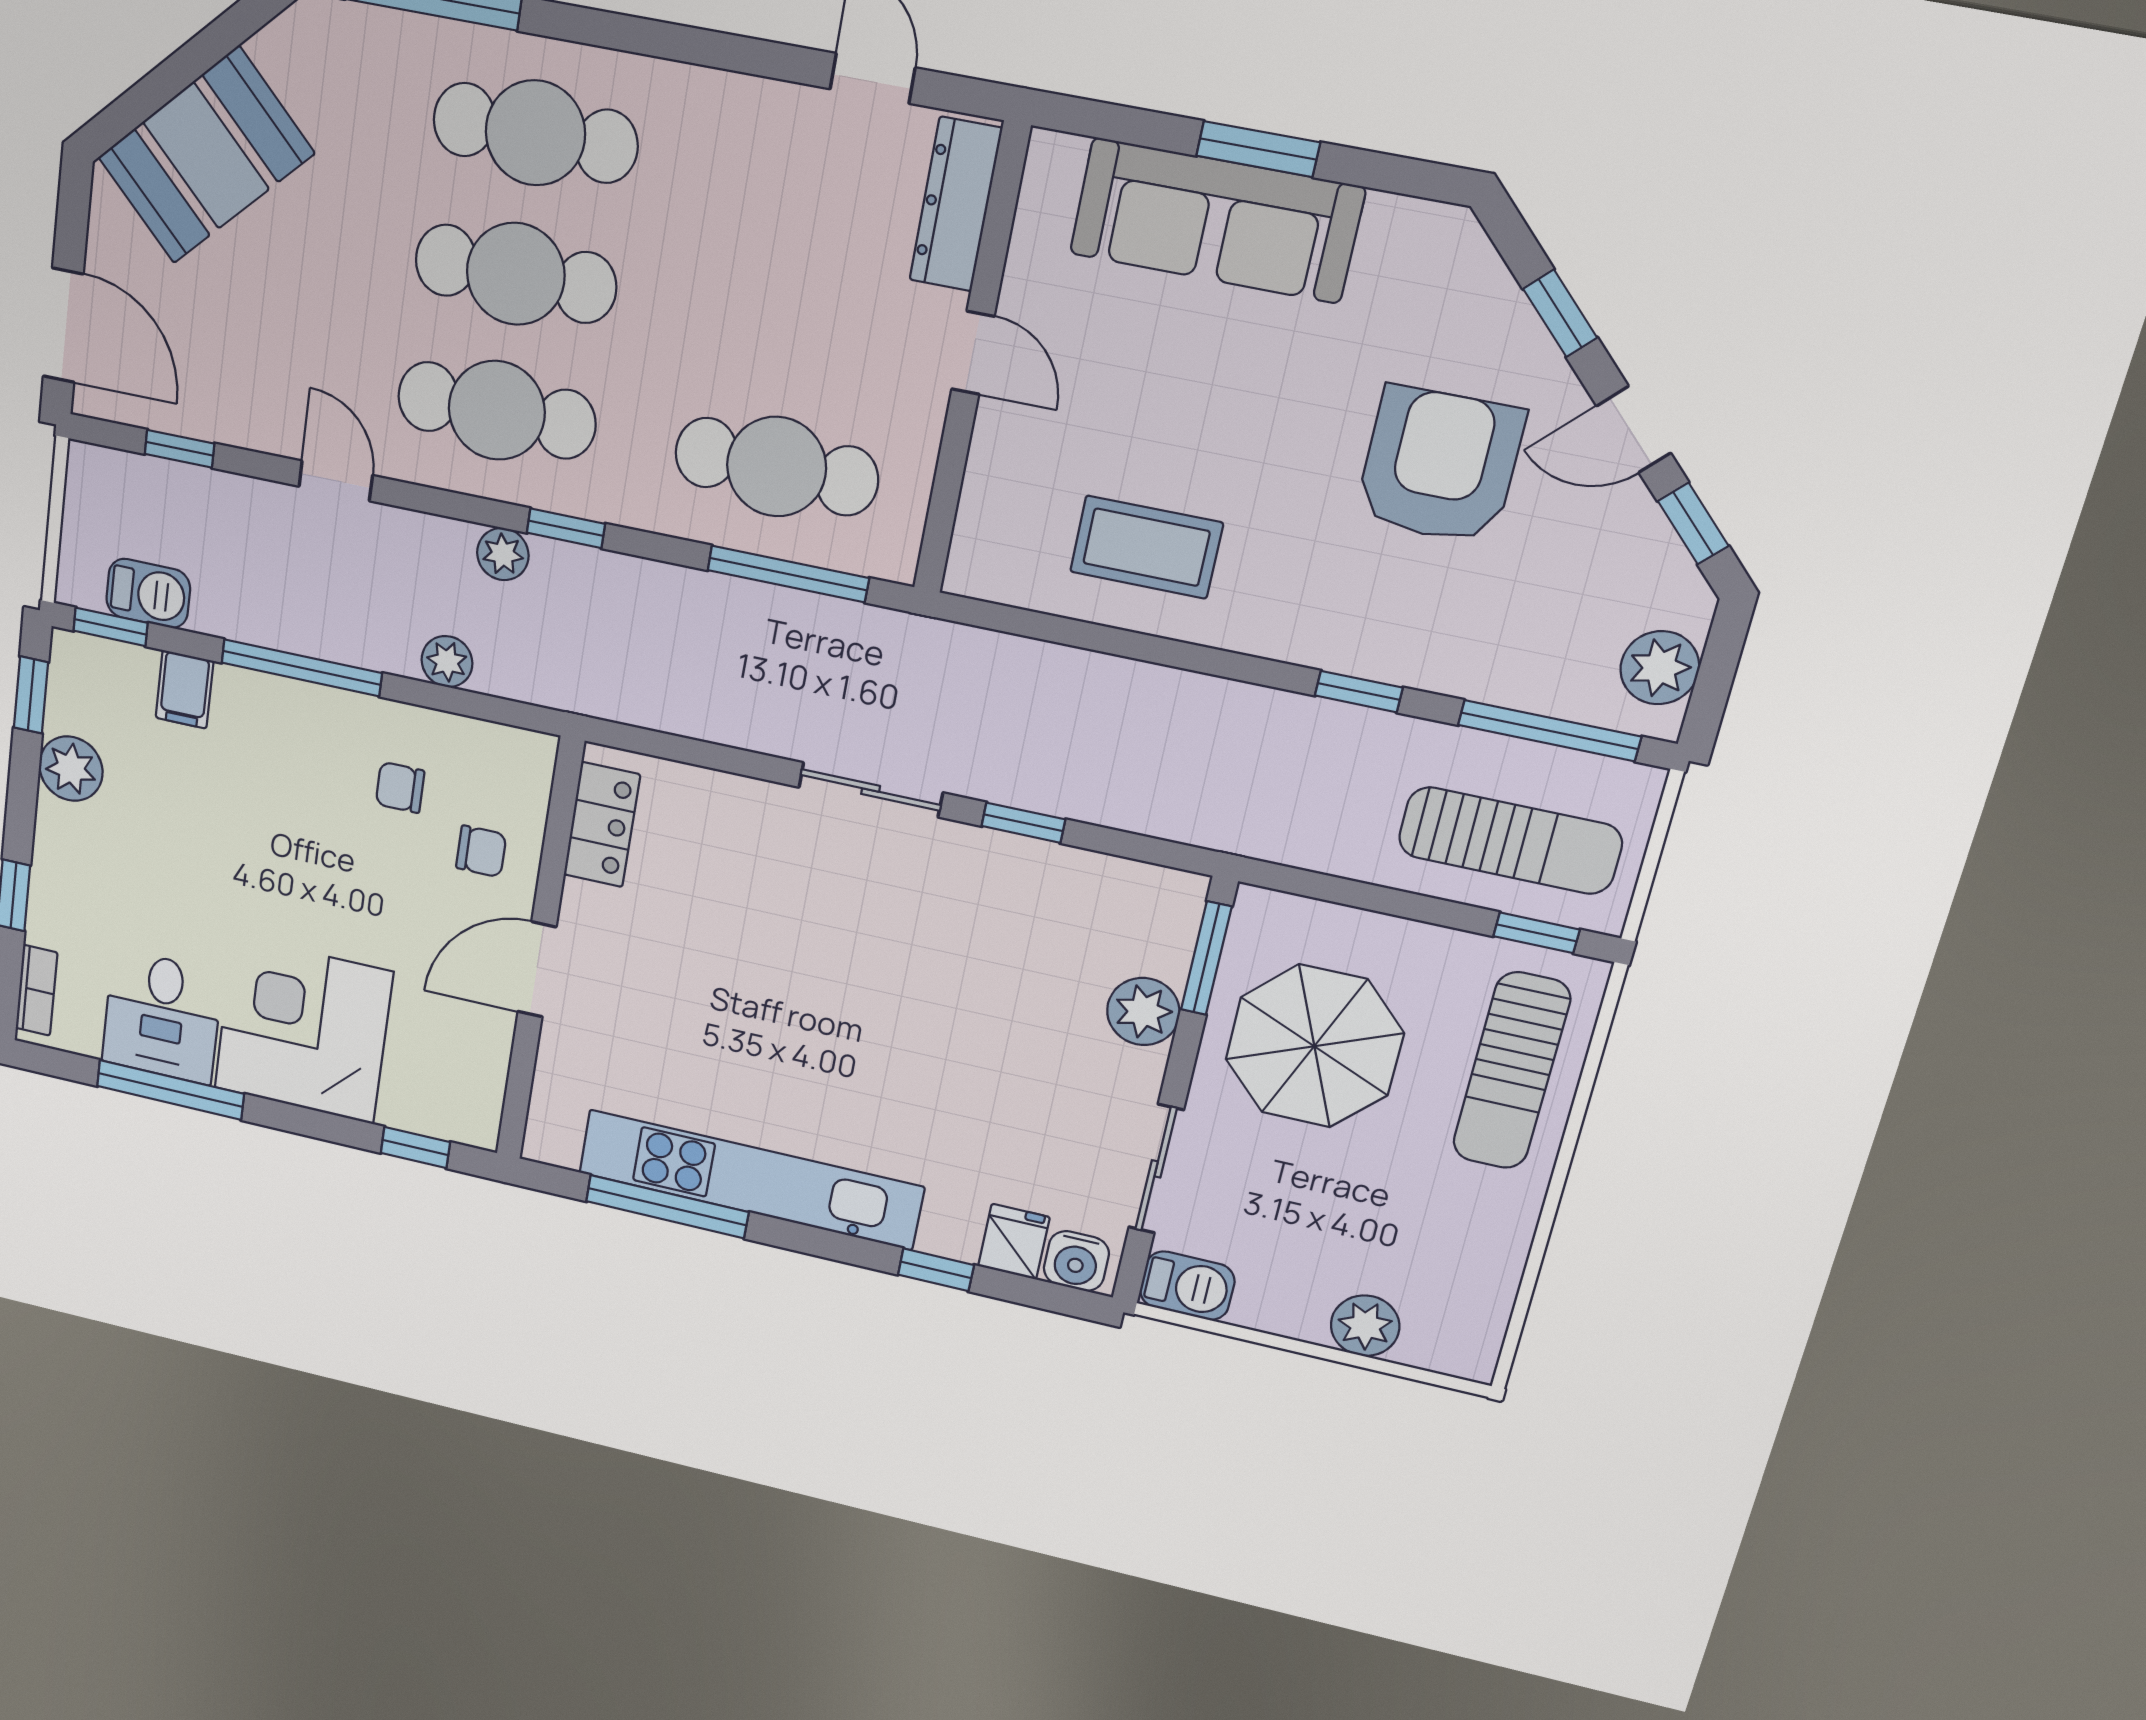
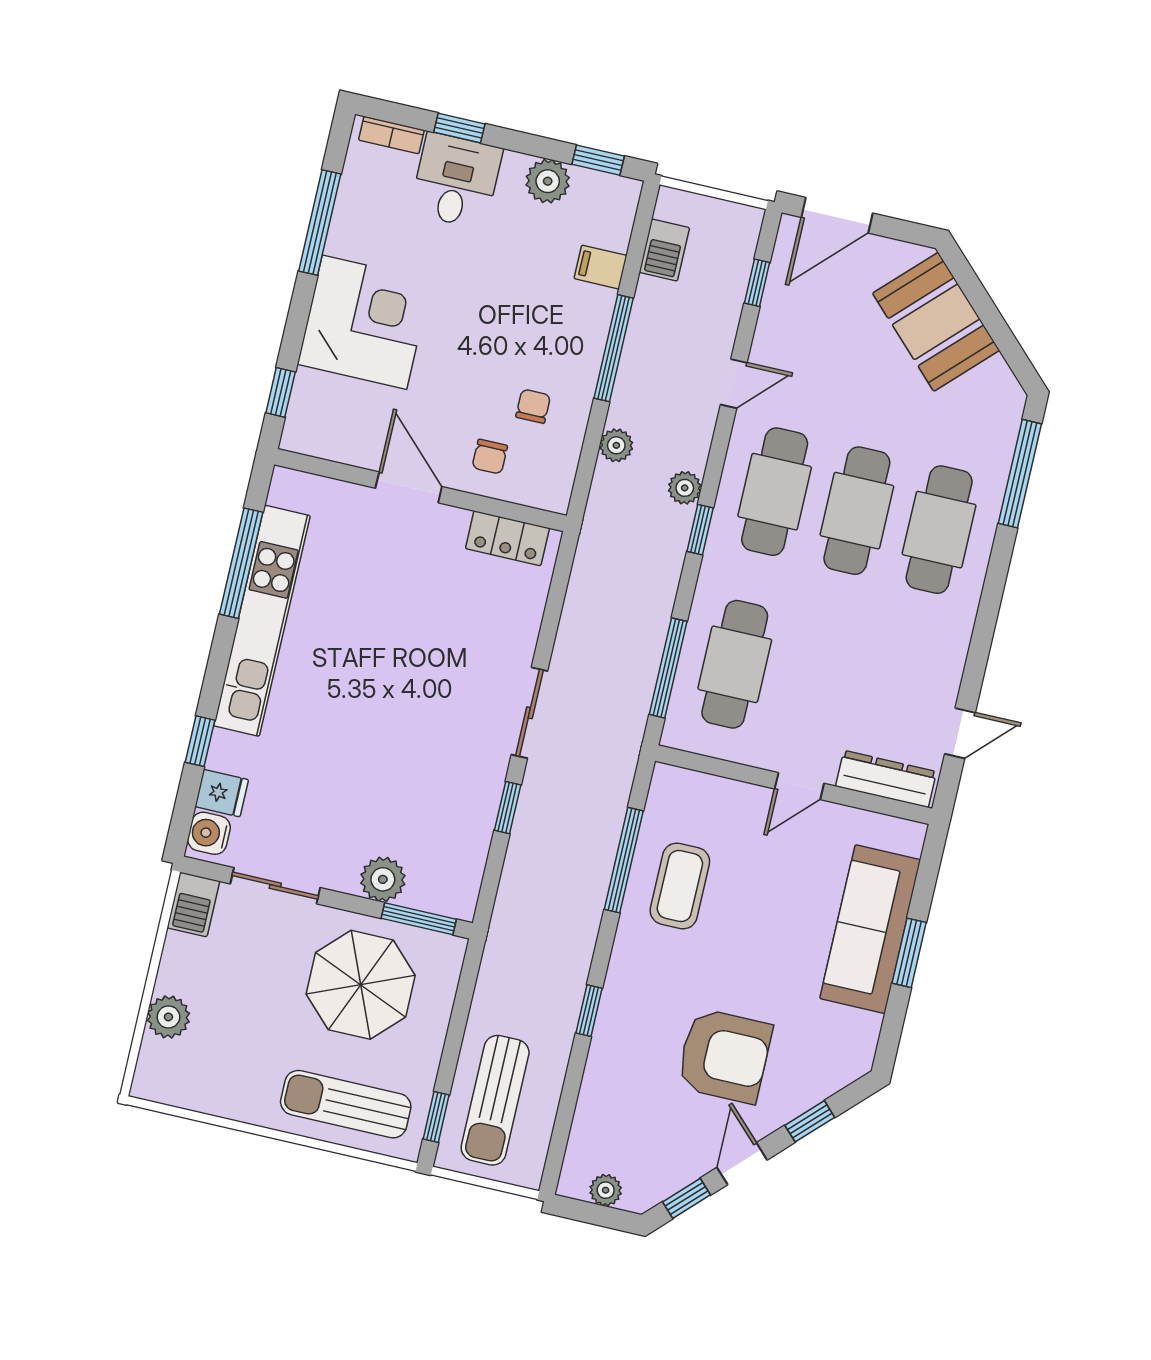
window: (110, 627) -> (643, 221), removed
plant: (1660, 668) -> (606, 1190), width x0.73, depth x0.73
window: (1549, 731) -> (624, 860), moved
desk: (162, 1017) -> (456, 181), moved, turned 90

